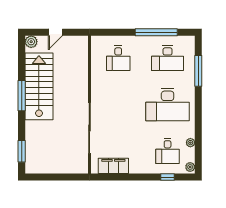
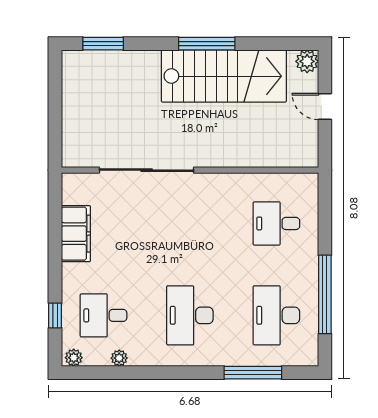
desk: (168, 105) -> (190, 315), width x0.73, depth x0.77
filing cabinet: (113, 166) -> (76, 234), moved

